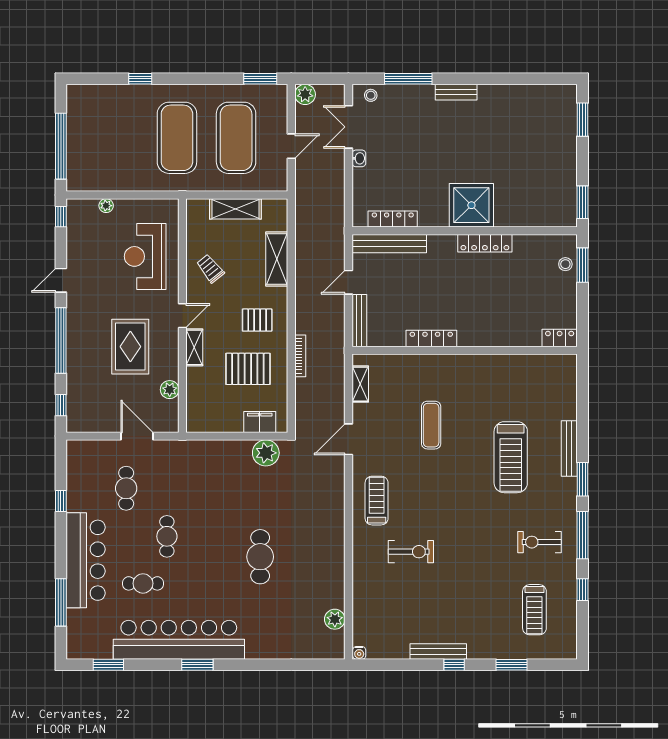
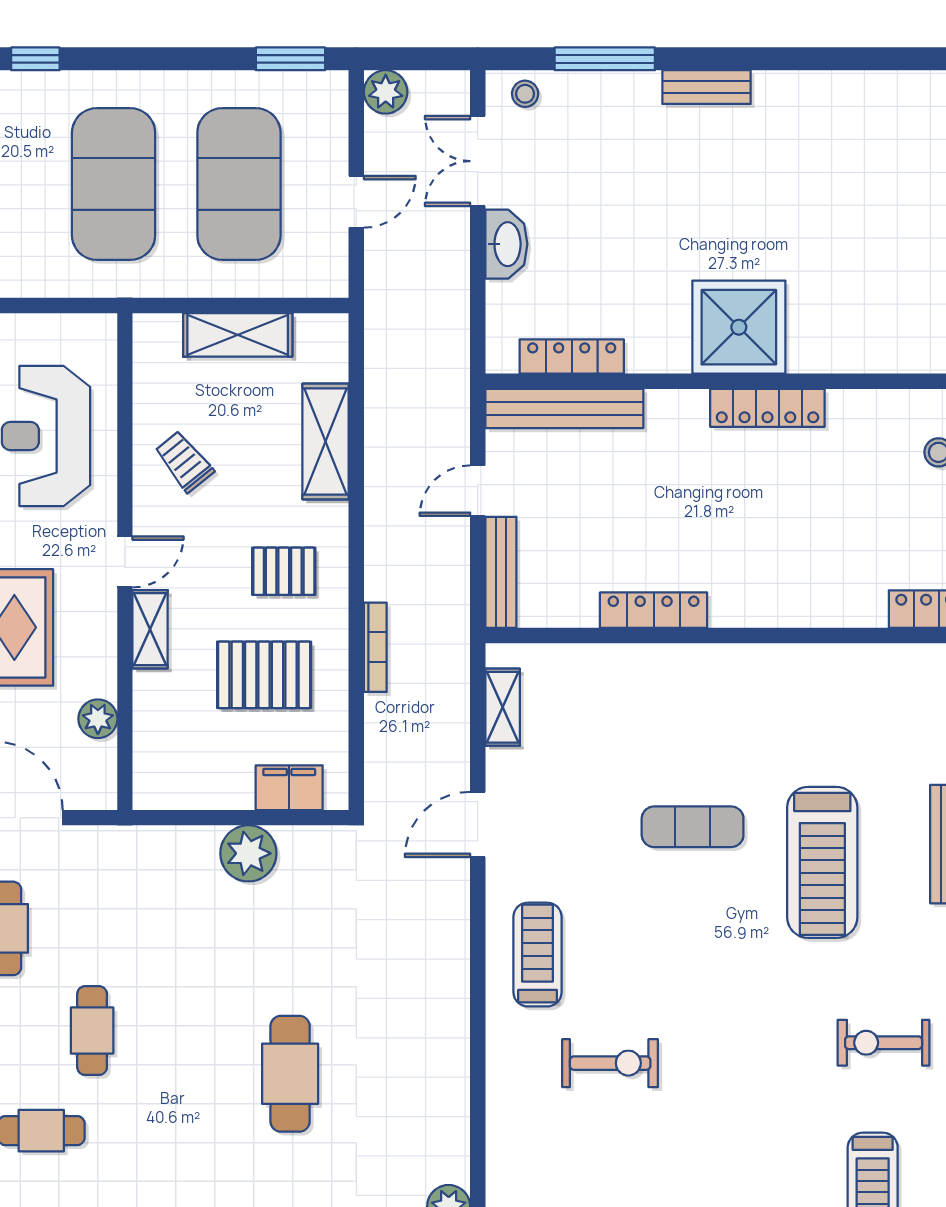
washbasin: (359, 158) -> (506, 244), width x1.91, depth x1.45
exercise mat: (431, 425) -> (693, 827), moved, turned 90
plant: (266, 453) -> (248, 853), moved

